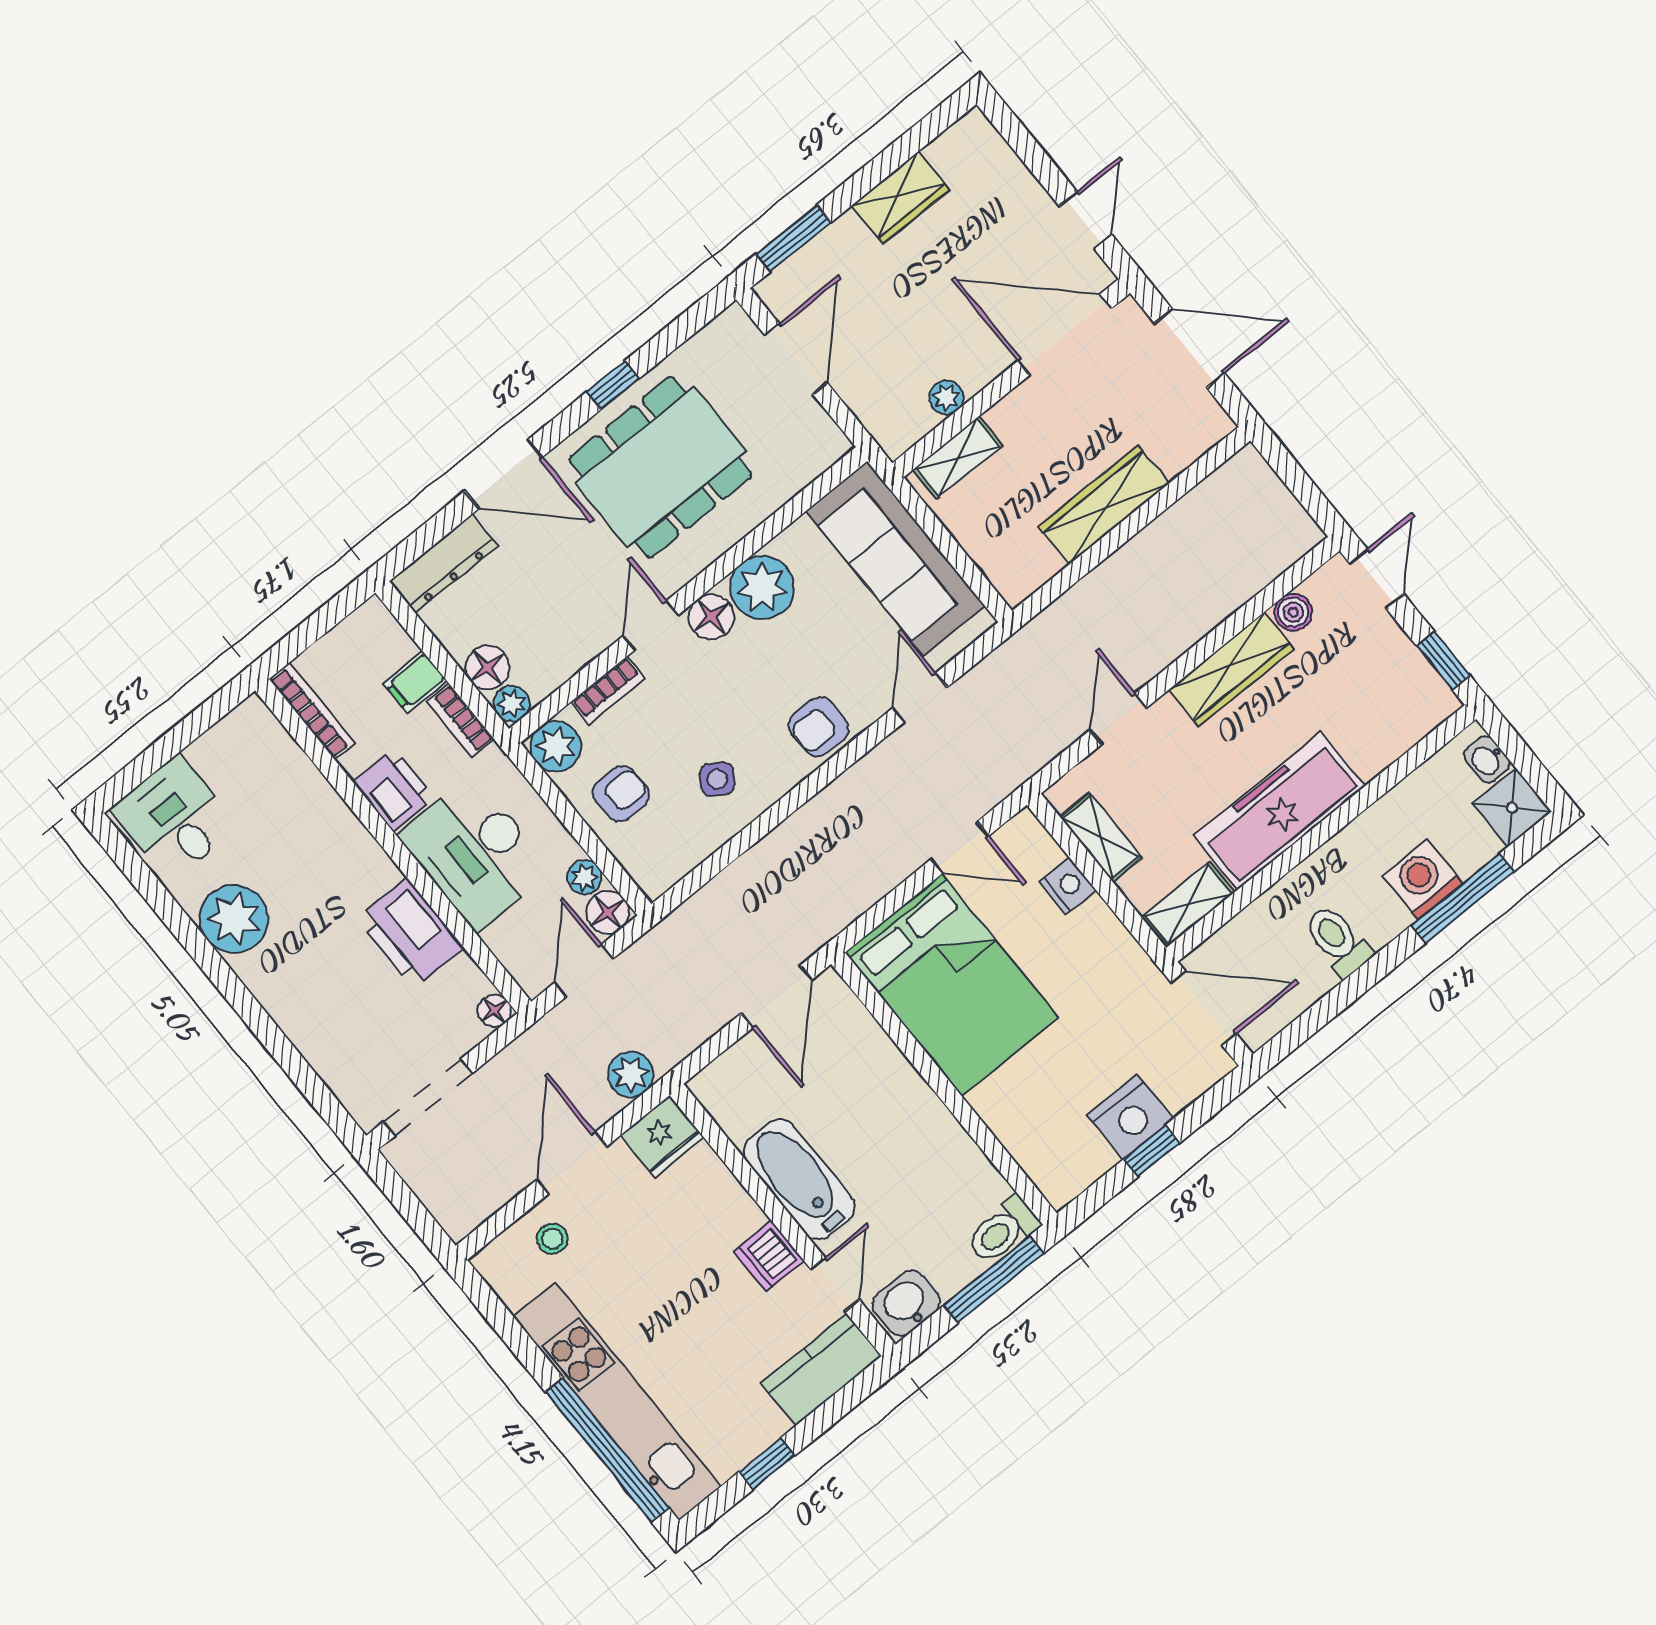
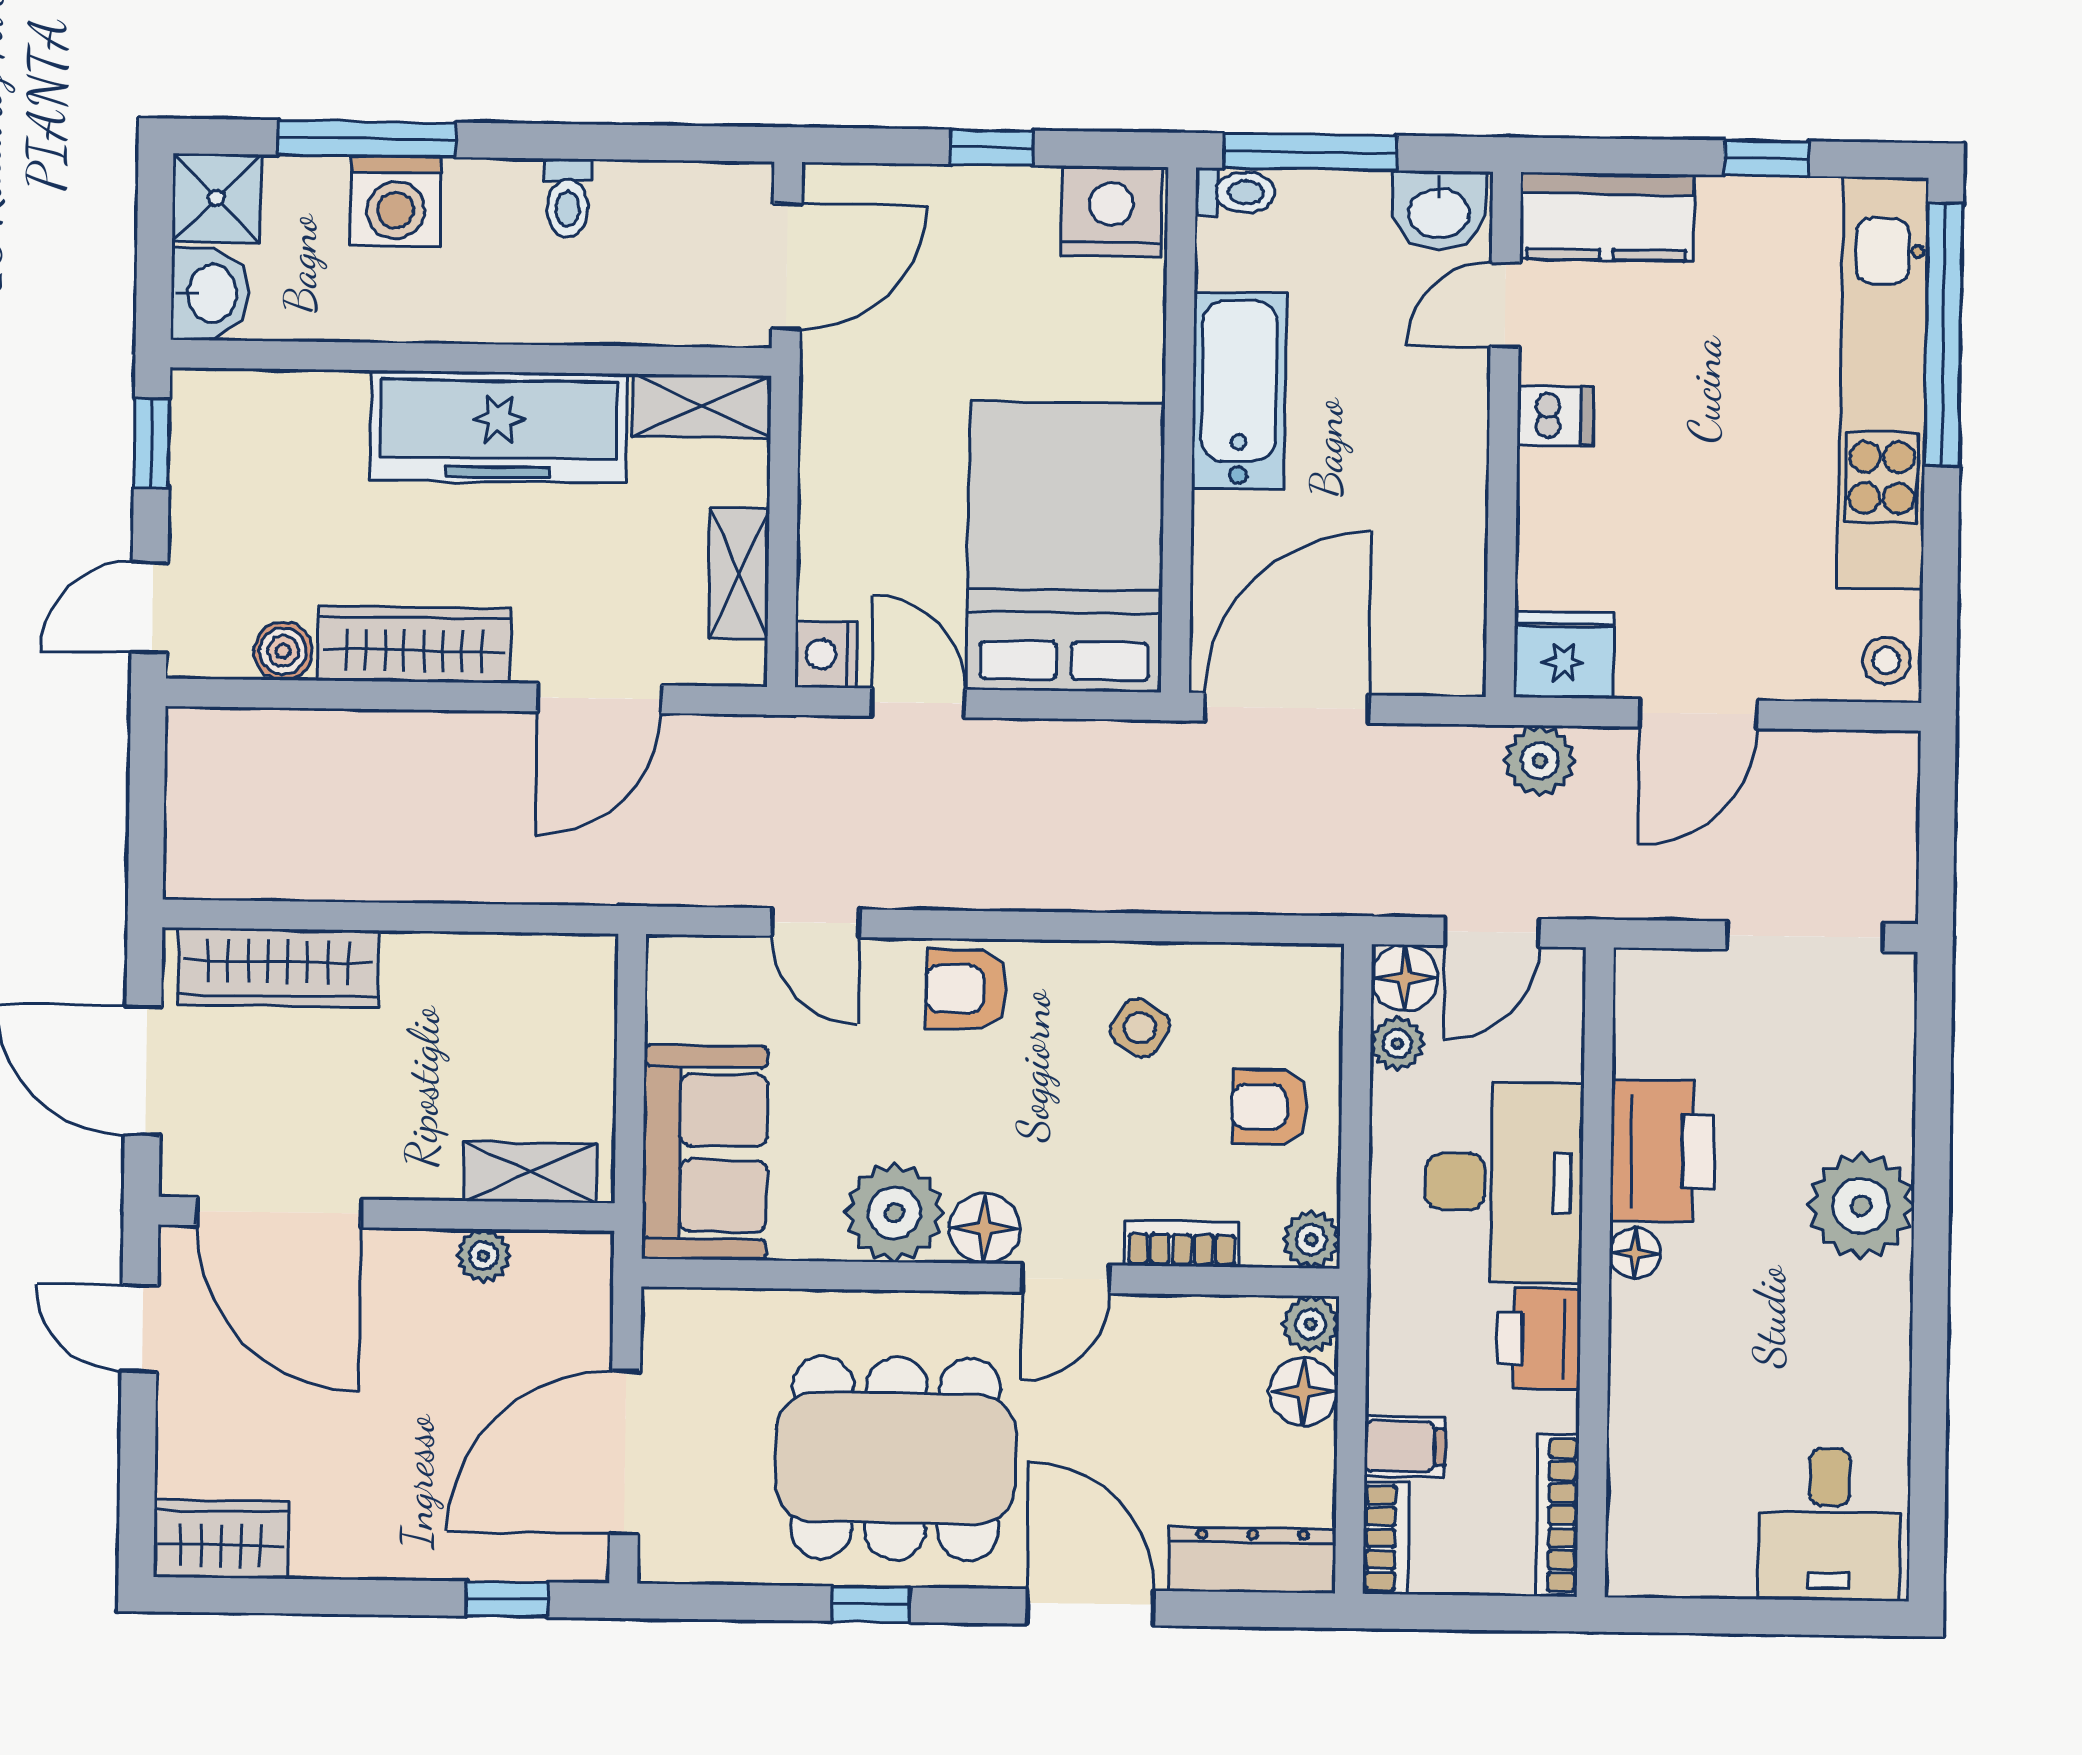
wardrobe: (900, 198) -> (221, 1539), moved
door: (1085, 220) -> (139, 1329), hinge flipped
window: (794, 238) -> (507, 1599), width x0.67
door: (796, 359) -> (625, 1452), width x1.36
wardrobe: (1104, 505) -> (278, 968), moved
sofa: (895, 558) -> (705, 1153), width x0.73
door: (920, 698) -> (816, 923), hinge flipped
door: (1118, 719) -> (599, 698), width x1.38
bookcase: (461, 720) -> (1386, 1538), moved
armchair: (819, 727) -> (966, 989), turned 180
plant: (556, 746) -> (1311, 1240), width x0.73, depth x0.73
washbasin: (1487, 759) -> (210, 293), width x1.38, depth x1.45
nightstand: (1067, 886) -> (826, 654), moved
plant: (234, 919) -> (1861, 1206), moved
toilet: (1338, 941) -> (568, 198), width x0.73, depth x0.72
door: (777, 997) -> (1287, 708), width x1.36
door: (1204, 1008) -> (787, 266), swing flipped
floor lamp: (494, 1011) -> (1635, 1253), moved
nightstand: (1130, 1117) -> (1112, 211), moved
bathtub: (799, 1179) -> (1239, 391), moved, turned 180
toilet: (1003, 1230) -> (1235, 192), width x0.73, depth x0.72
stool: (552, 1239) -> (1886, 661), moved
dishwasher: (769, 1256) -> (1556, 416), width x0.73

